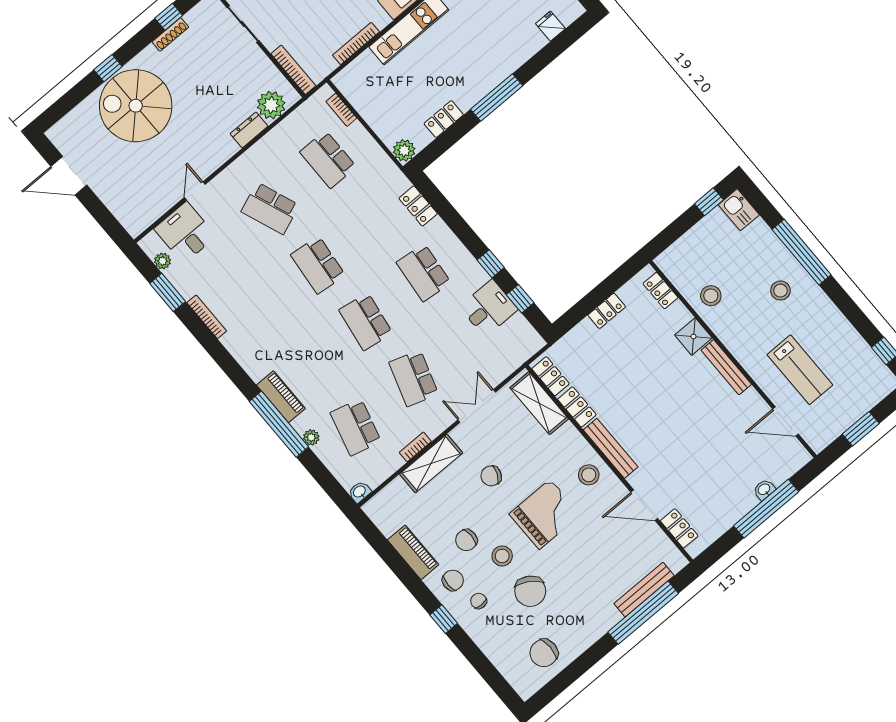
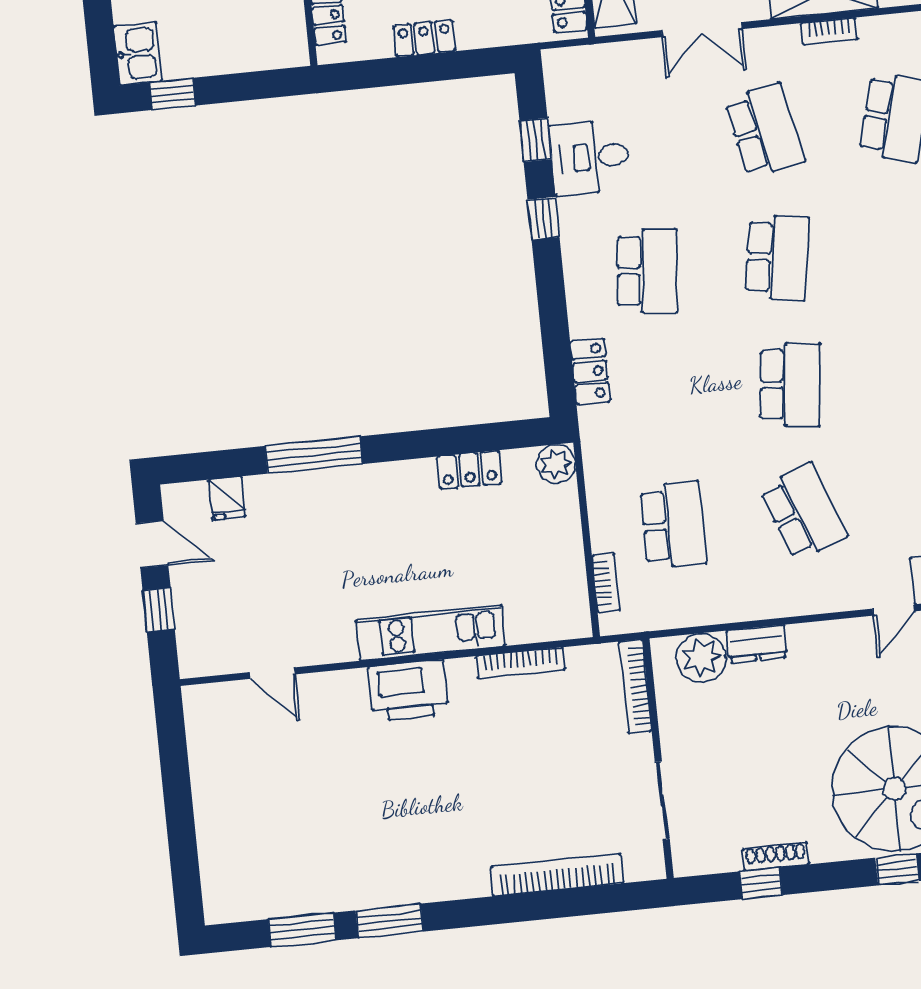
window: (497, 97) -> (314, 455), moved
school desk: (414, 378) -> (764, 131), turned -30

